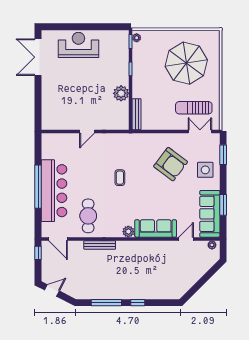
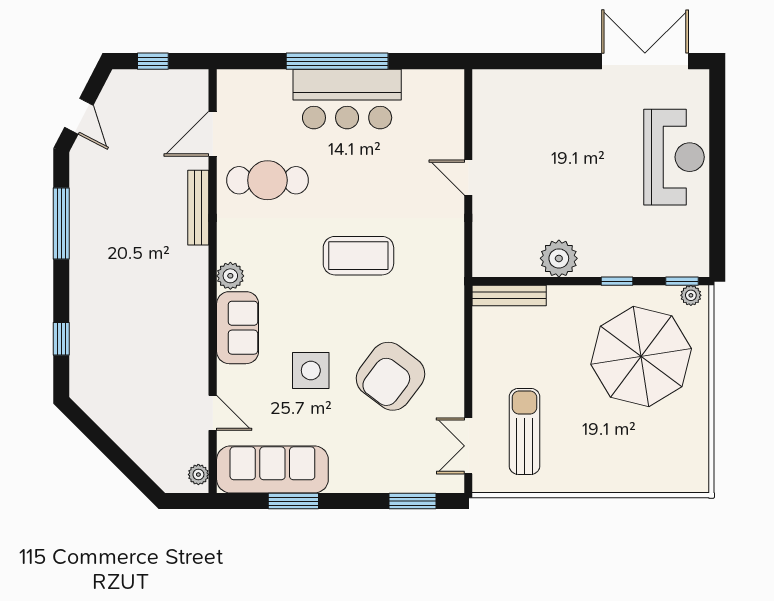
parasol: (186, 63) -> (641, 357), moved
double door: (200, 131) -> (468, 446), swing flipped
side table: (205, 170) -> (311, 370), moved
coffee table: (120, 178) -> (358, 256), width x1.86, depth x1.72
bar counter: (54, 191) -> (347, 99), width x0.73
sofa: (156, 228) -> (238, 328), width x0.73
door: (58, 239) -> (213, 134), moved
window: (38, 253) -> (153, 61), moved
door: (52, 290) -> (79, 116), moved
window: (138, 303) -> (61, 339), moved

